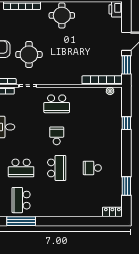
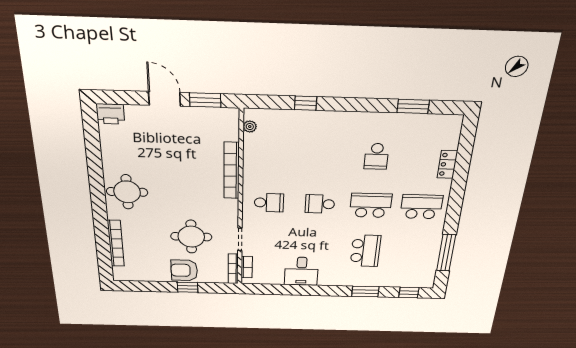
bookcase: (102, 80) -> (232, 171), moved
school desk: (57, 104) -> (269, 203), width x0.54
school desk: (21, 200) -> (421, 207), moved, turned 180
locker: (112, 212) -> (447, 164), moved

